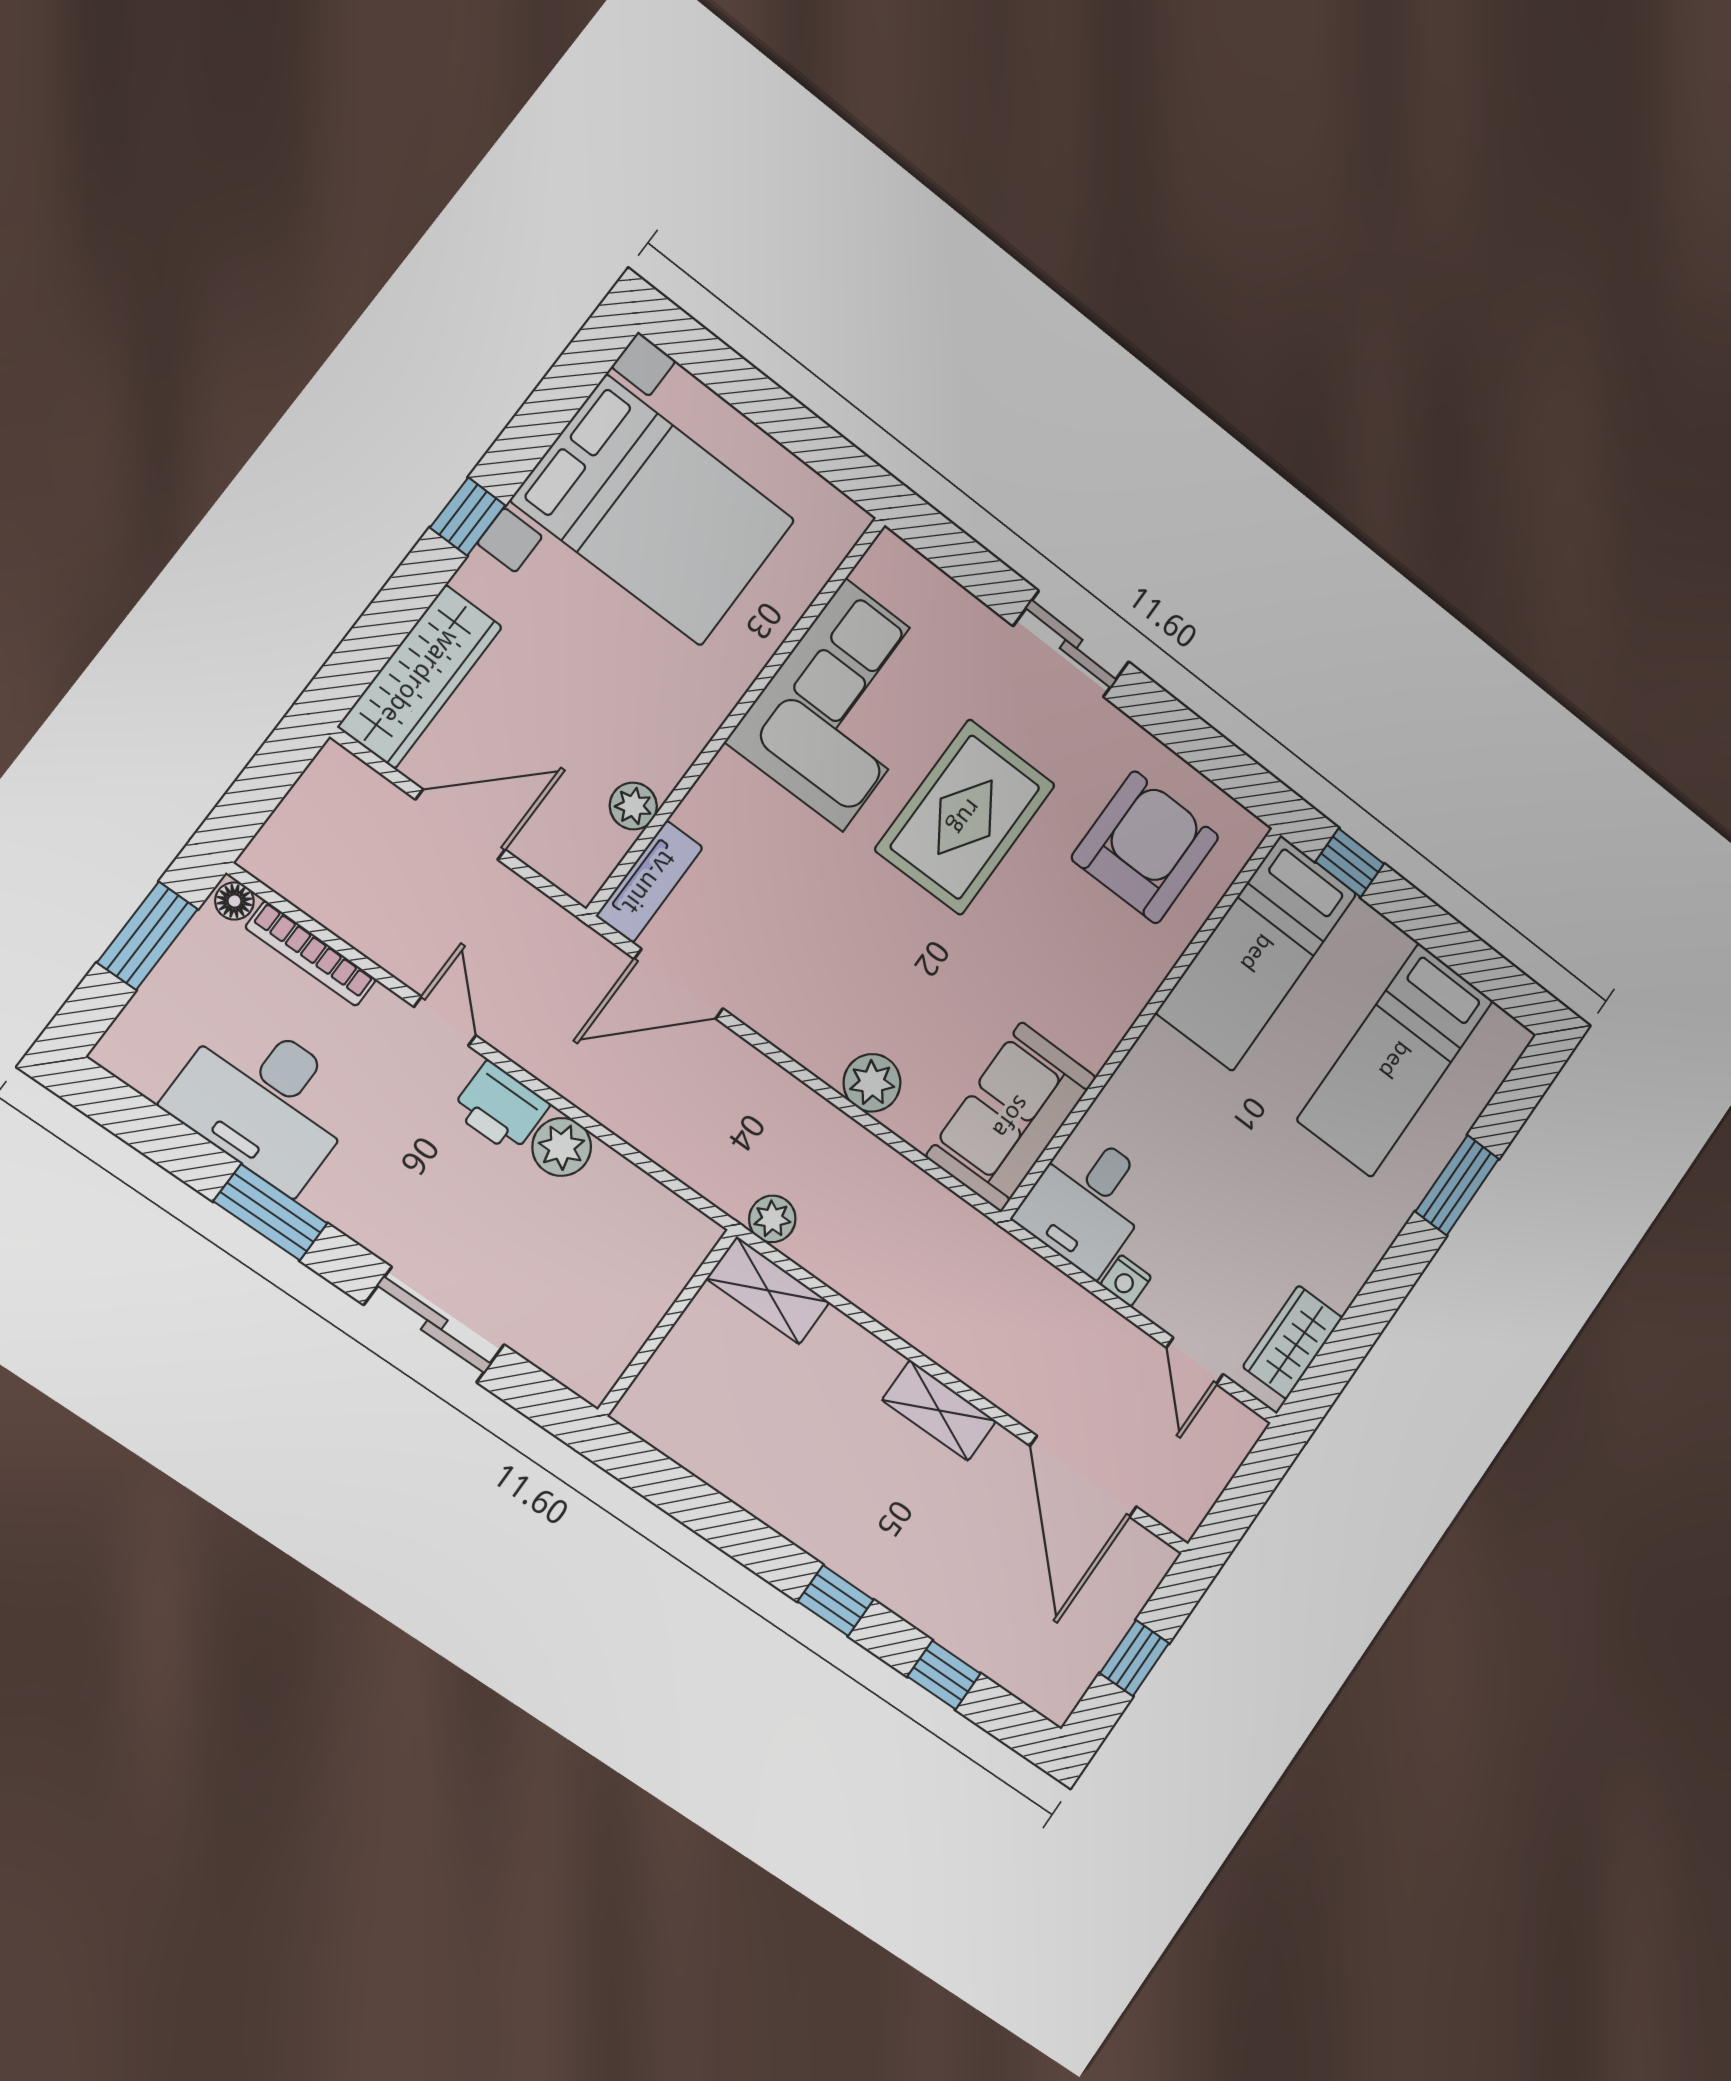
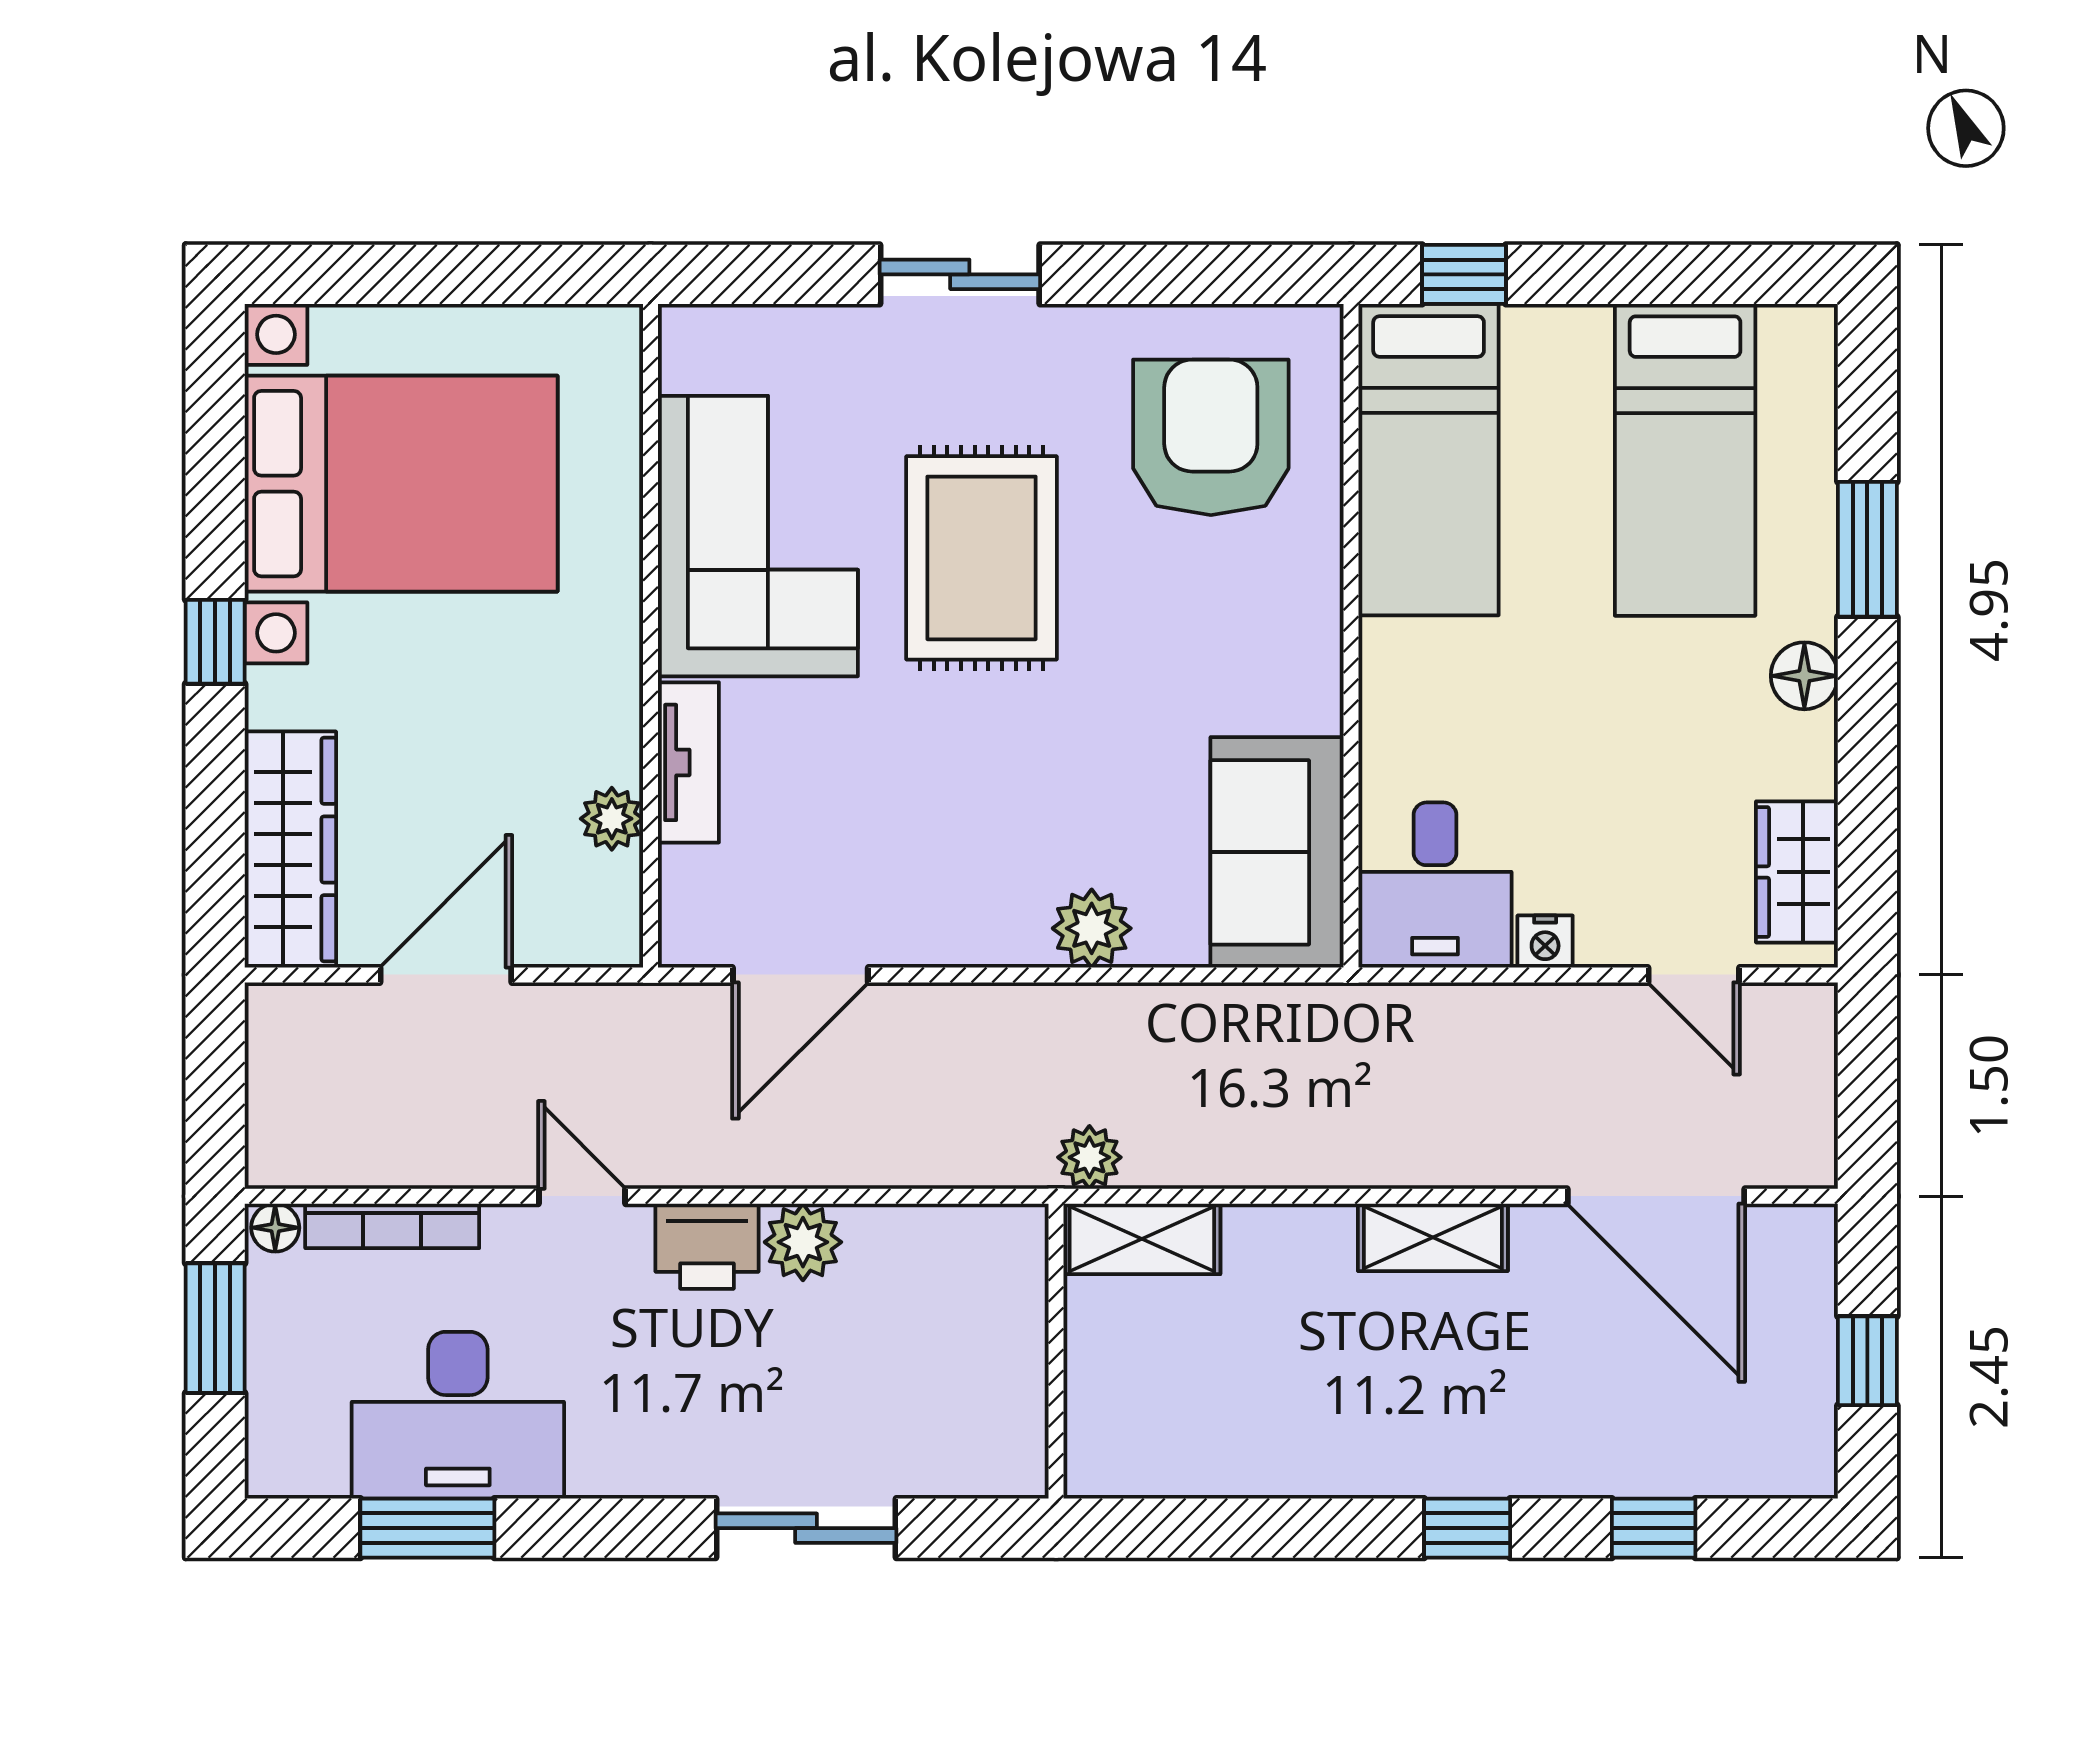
tv unit: (649, 882) -> (688, 762), moved
window: (270, 1212) -> (427, 1528), moved
floor lamp: (1374, 1232) -> (1804, 676), added

